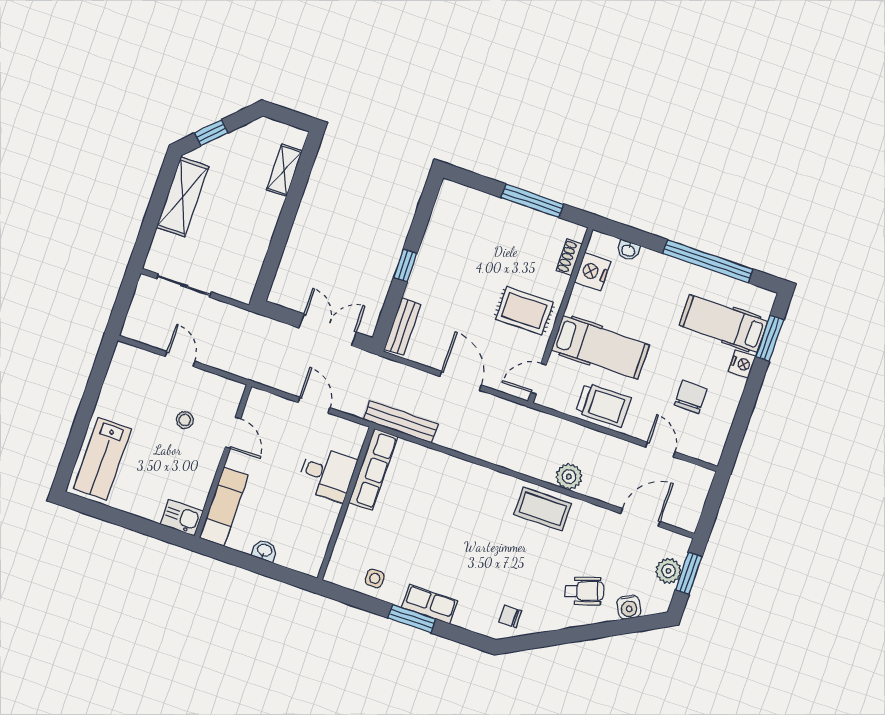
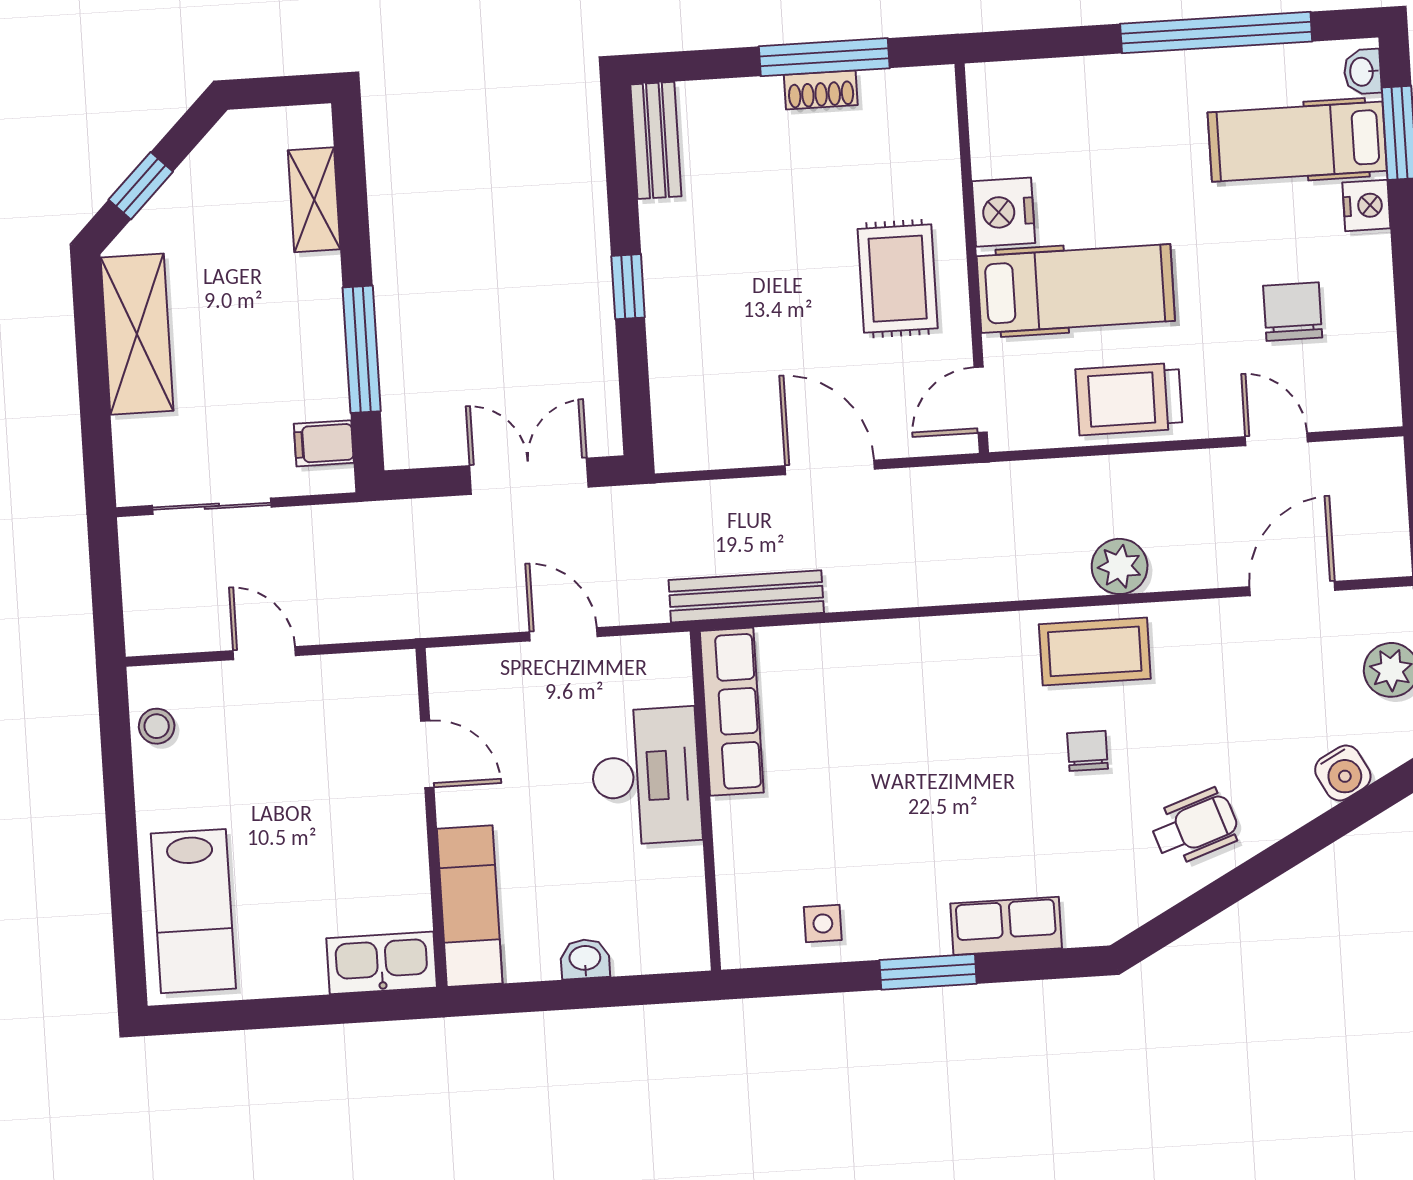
window: (278, 244) -> (362, 349), added
washbasin: (628, 250) -> (1363, 72), moved, turned 90
shoe rack: (569, 257) -> (821, 90), moved, turned -90
nightstand: (593, 272) -> (1003, 212), moved
filing cabinet: (244, 278) -> (324, 443), added
rug: (524, 311) -> (898, 279), turned 90
bench: (403, 327) -> (656, 140), moved
trolley: (603, 405) -> (1129, 399), turned 180
stool: (185, 420) -> (157, 726), moved
desk: (327, 474) -> (646, 776), width x1.37
kitchen sink: (182, 518) -> (382, 963), width x1.38
wheelchair: (584, 591) -> (1195, 827), moved
row of seats: (430, 604) -> (1006, 926), moved
chair: (510, 616) -> (1088, 751), moved, turned 90

